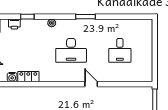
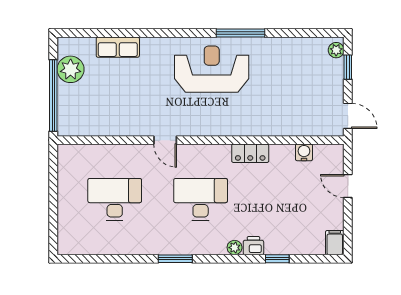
printer: (14, 24) -> (253, 246), moved
desk: (120, 50) -> (115, 199), width x1.37
locker: (28, 77) -> (250, 153), moved

